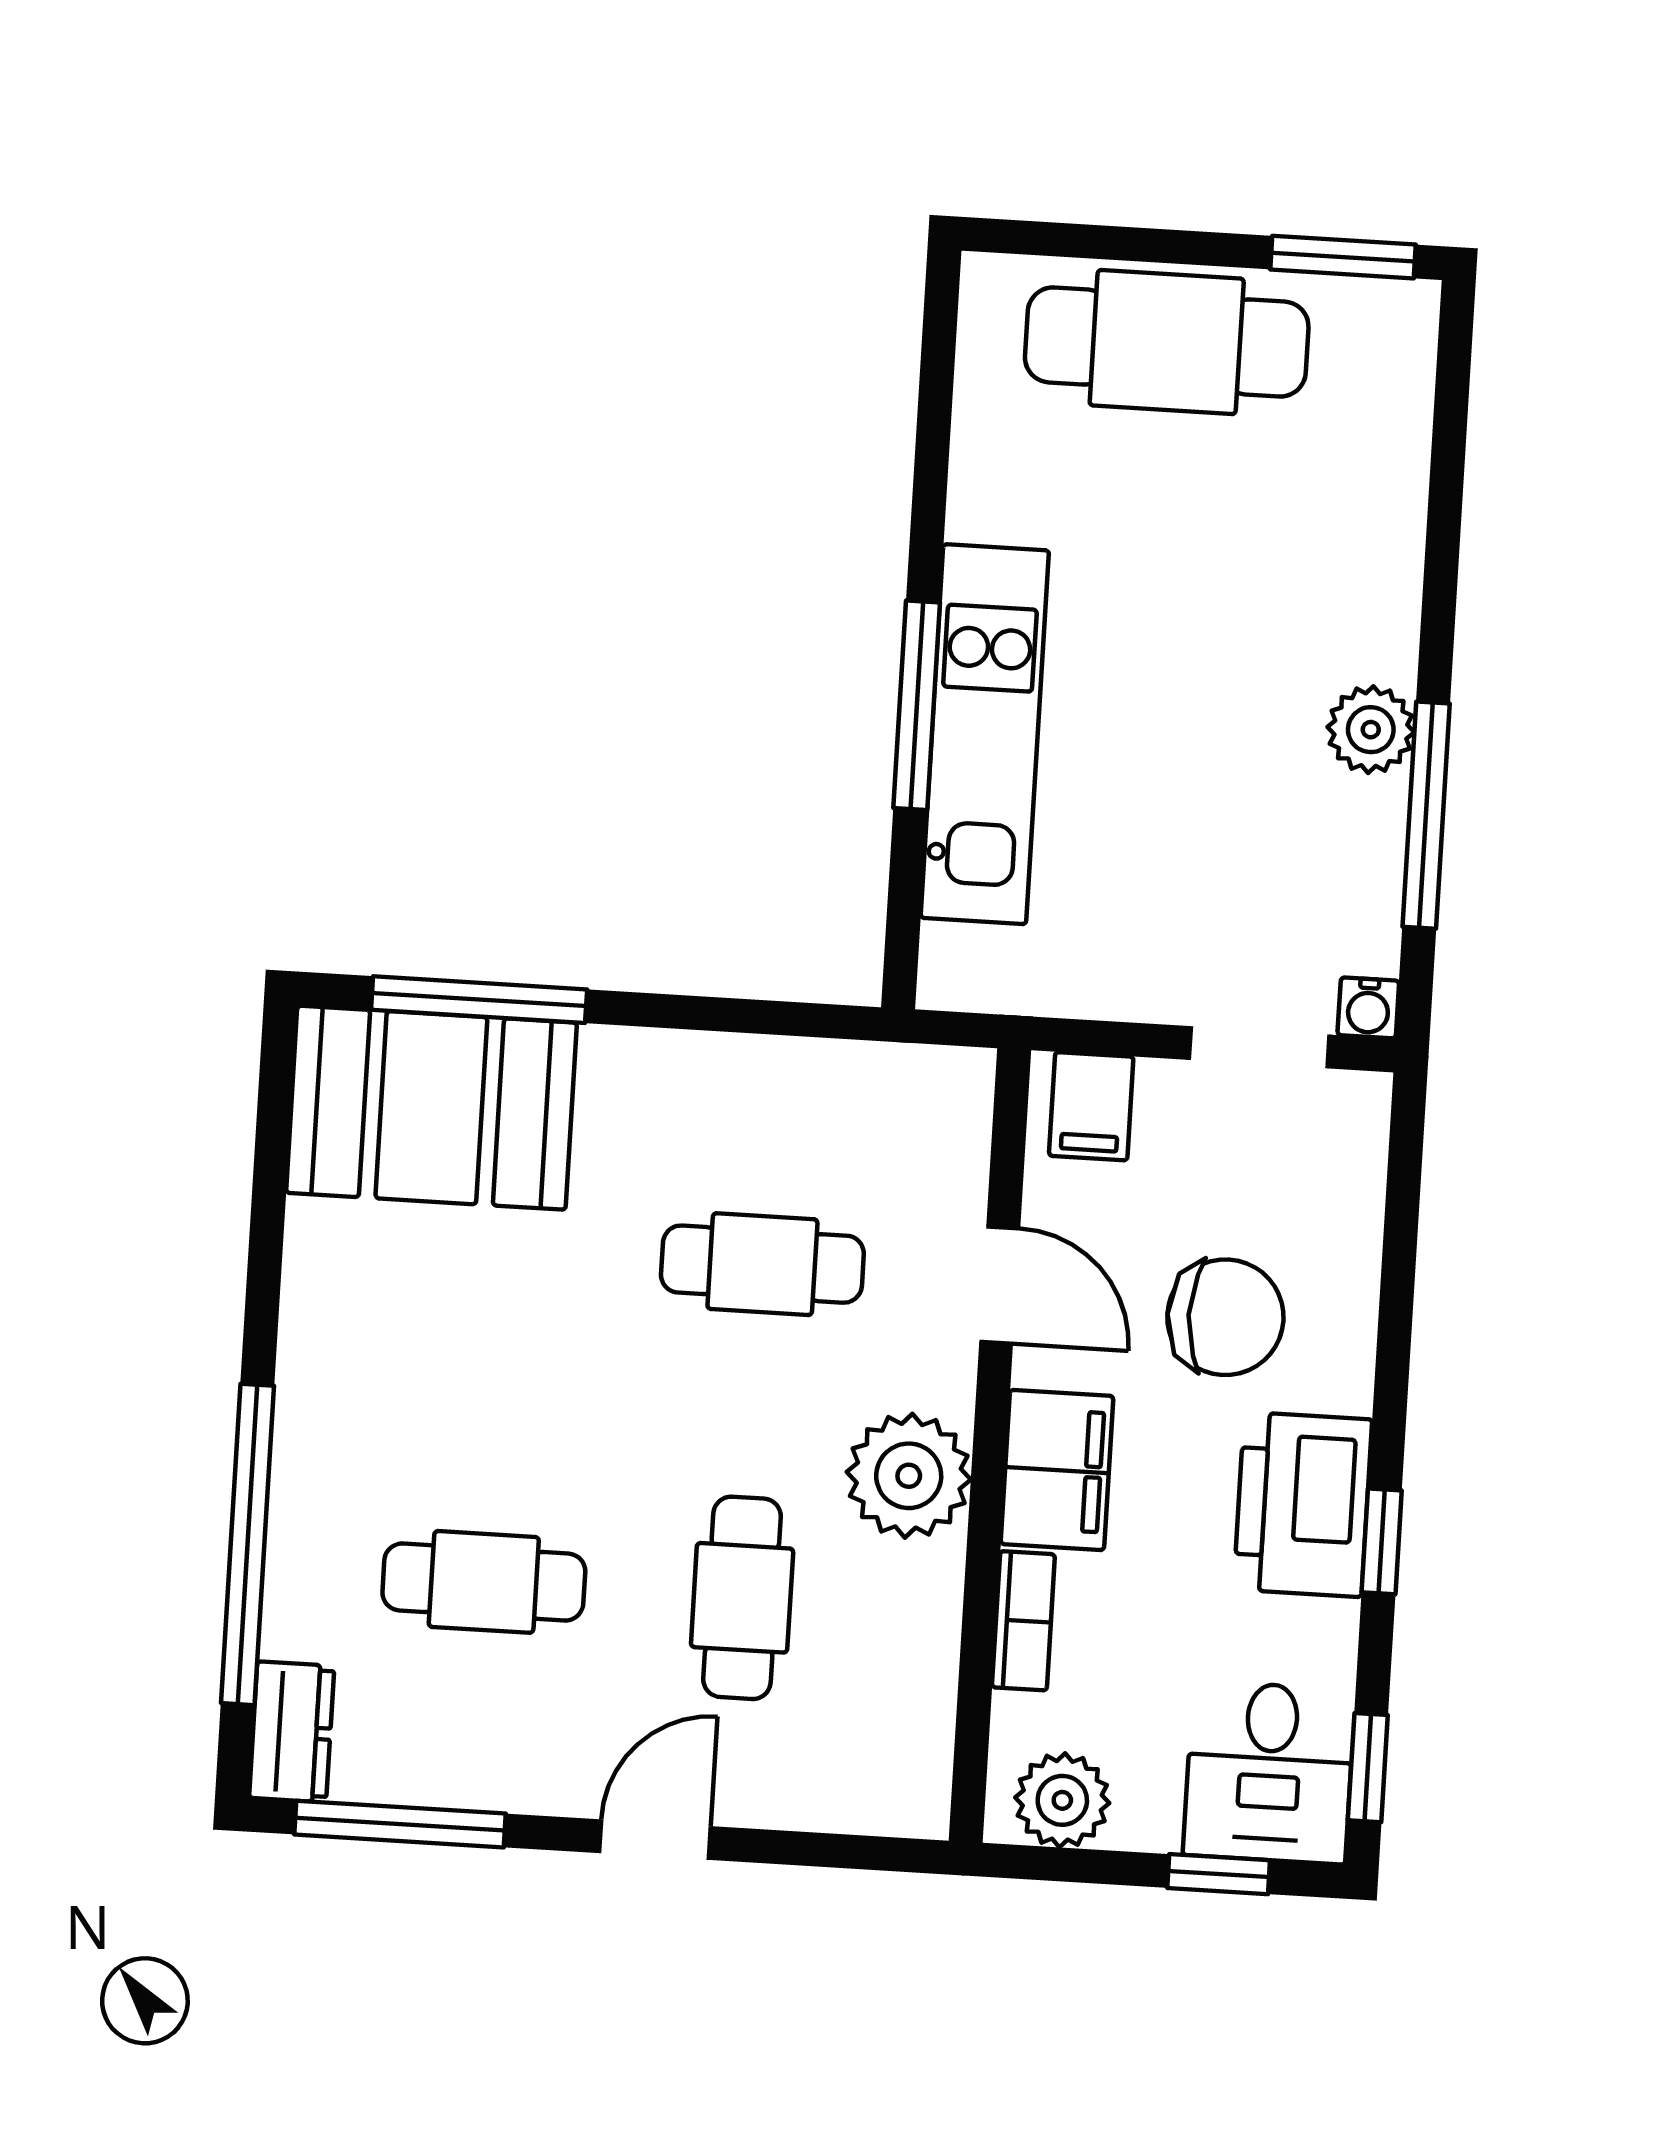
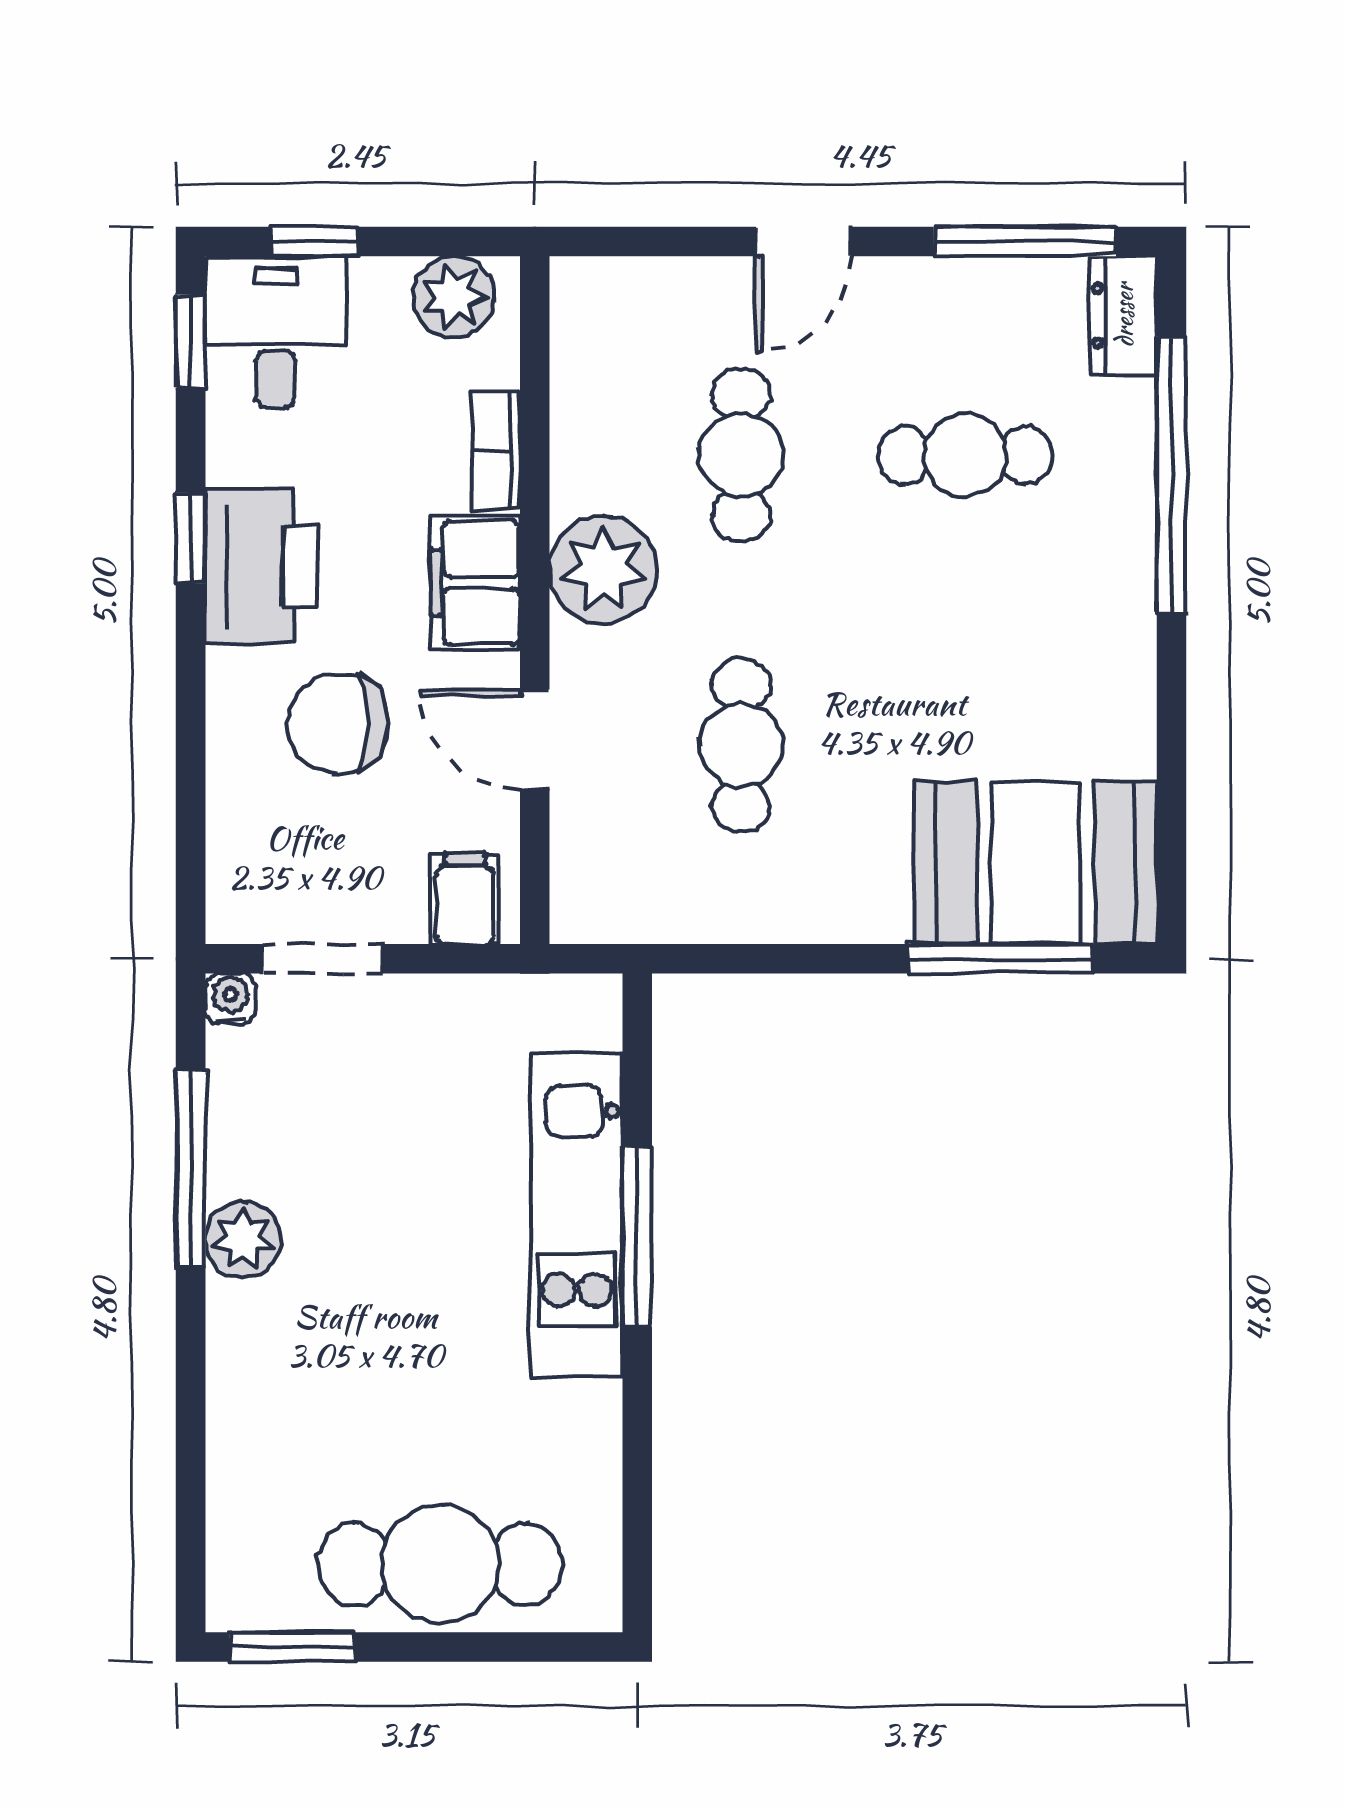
cafe table: (762, 1264) -> (741, 745), turned 90

